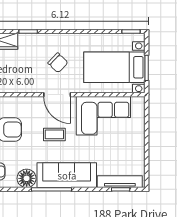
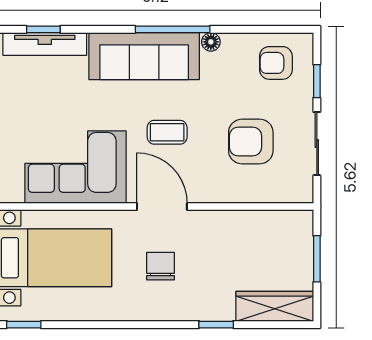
chair: (58, 63) -> (160, 266), turned 46
floor lamp: (27, 178) -> (211, 42), width x0.53, depth x0.53

